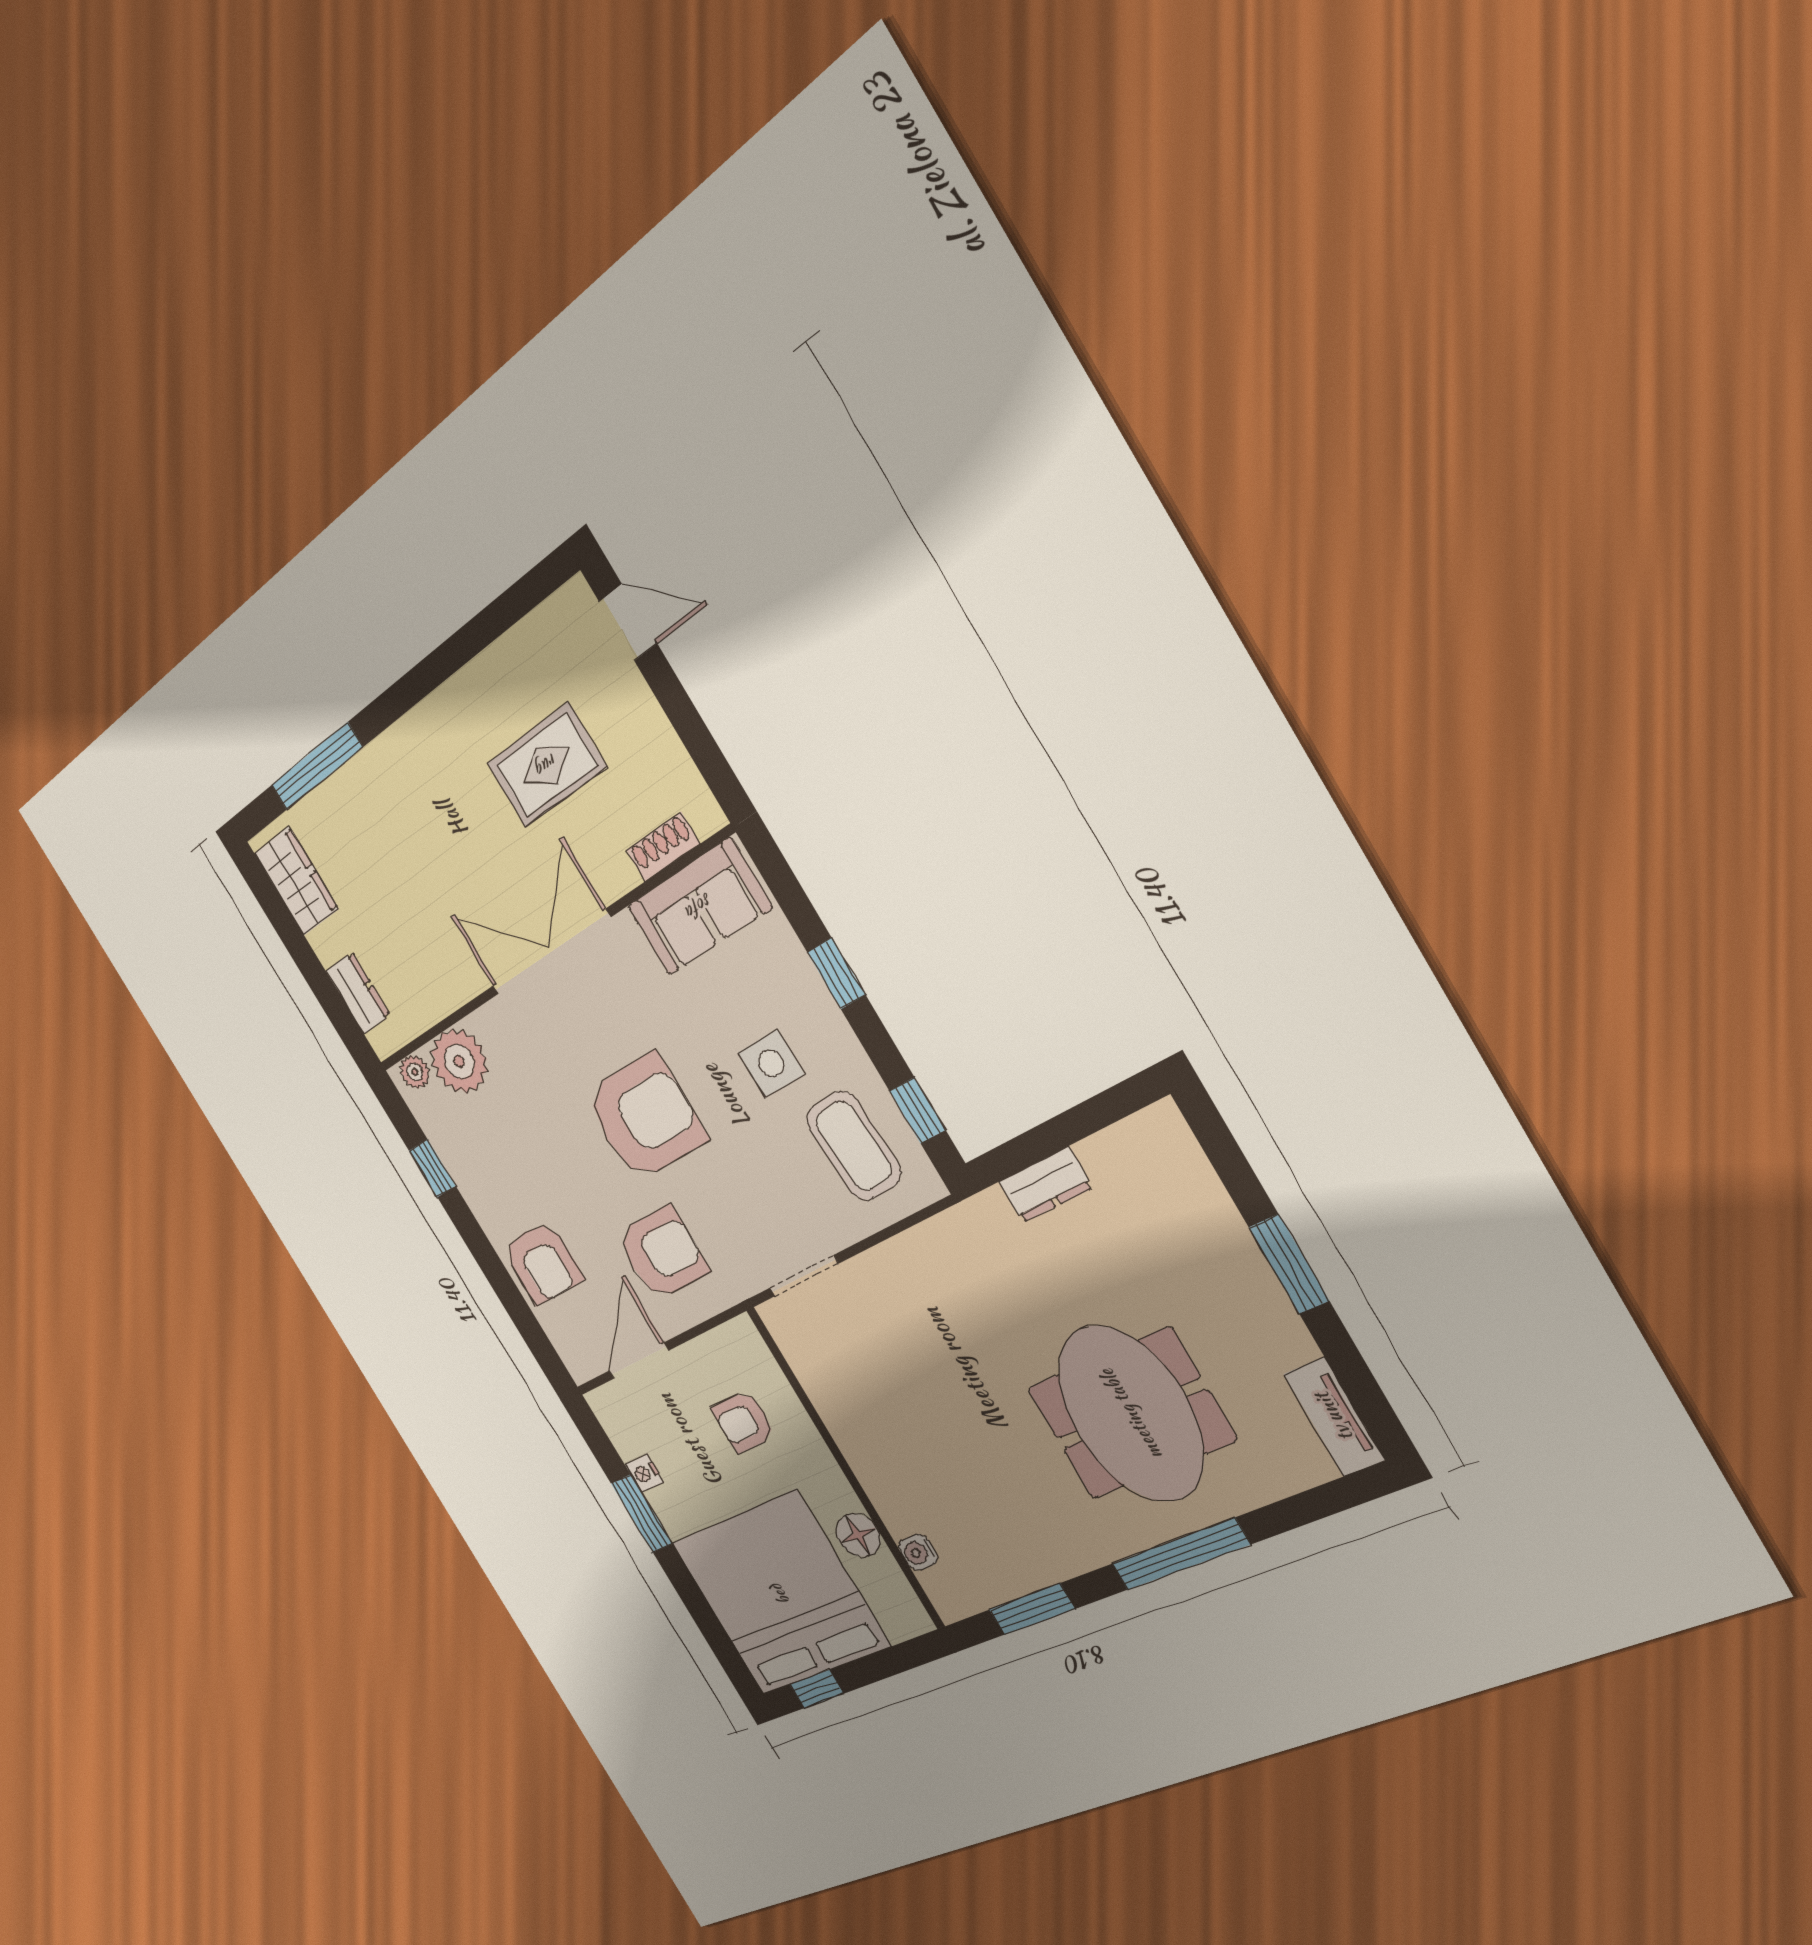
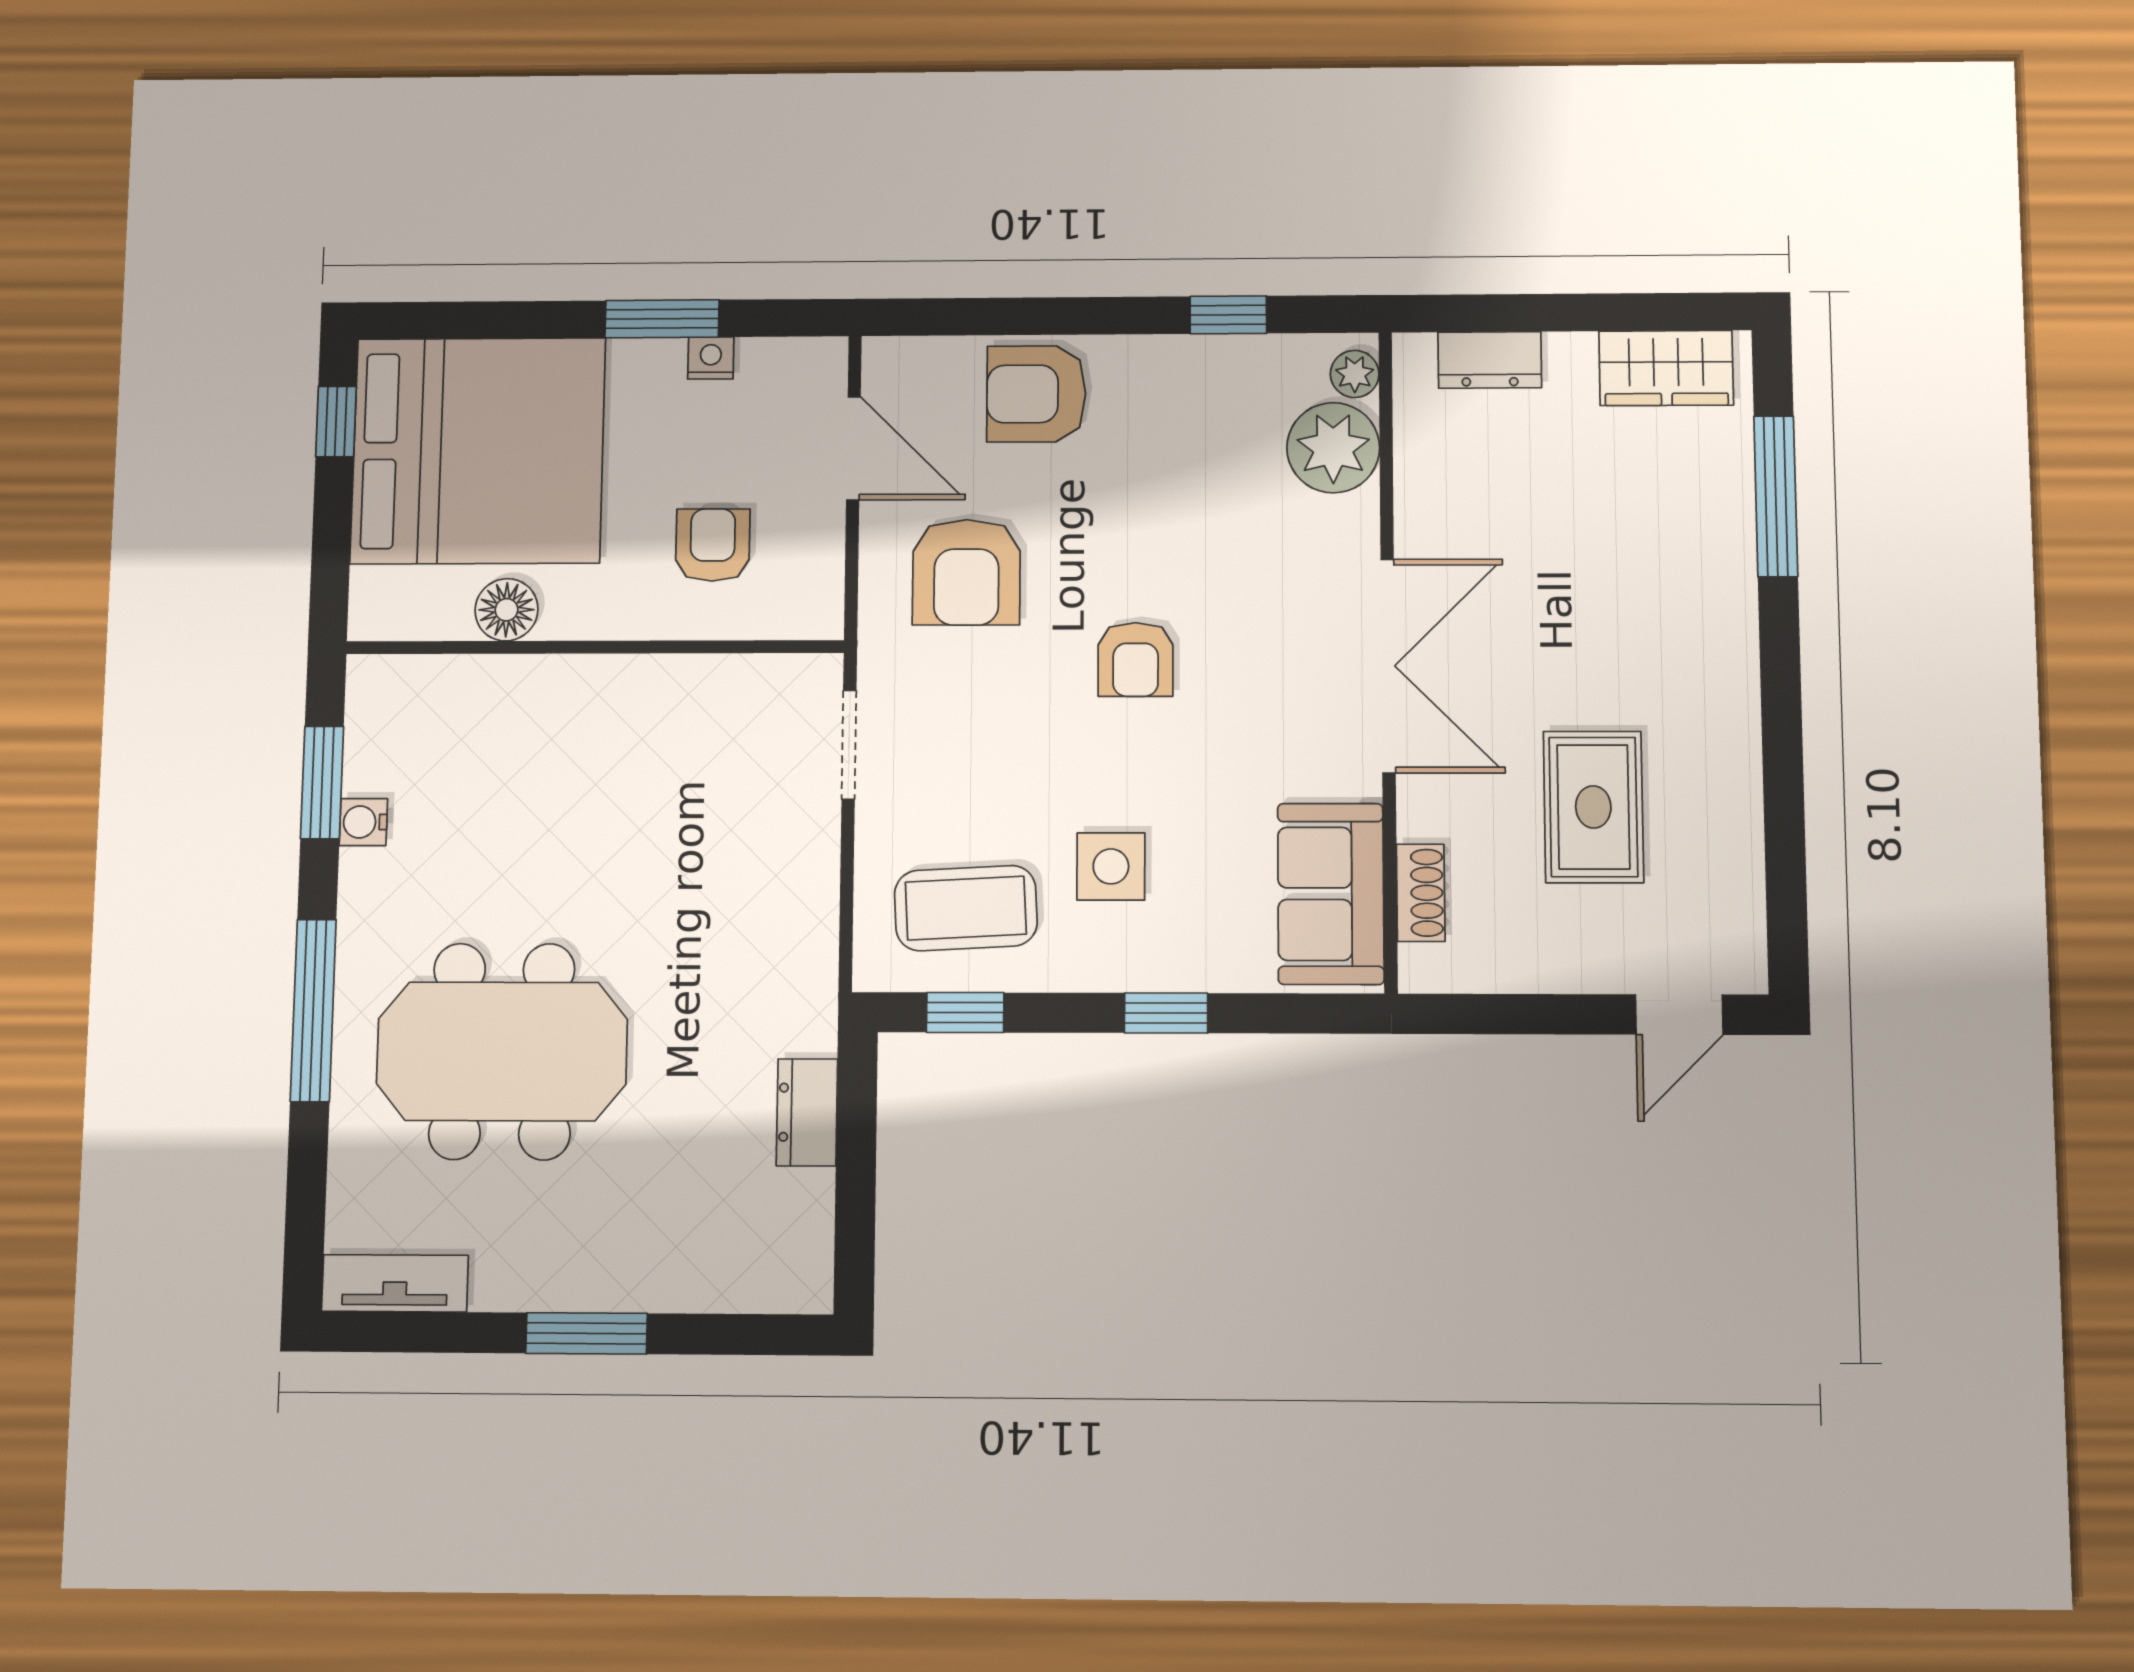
armchair: (645, 1117) -> (1136, 659), width x0.53, depth x0.53
water cooler: (918, 1552) -> (363, 822), moved, turned -90

